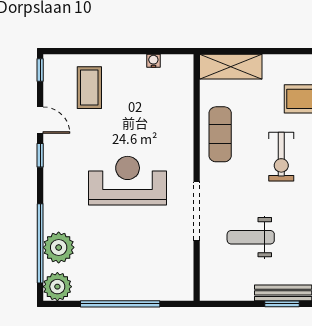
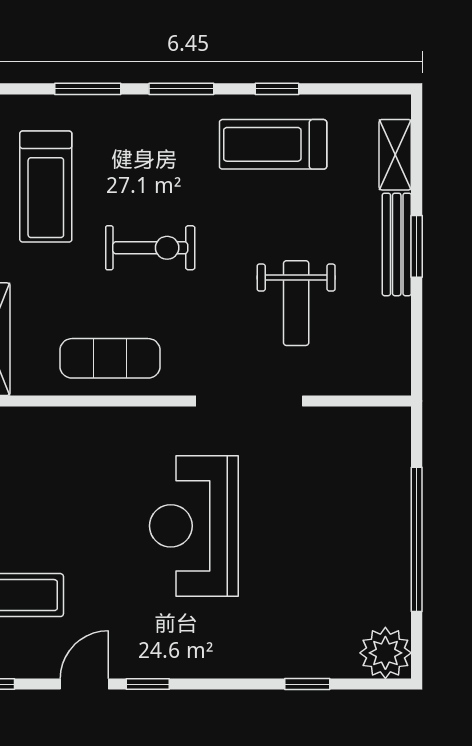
window: (40, 243) -> (307, 684), width x0.32
plant: (59, 247) -> (315, 651), removed

